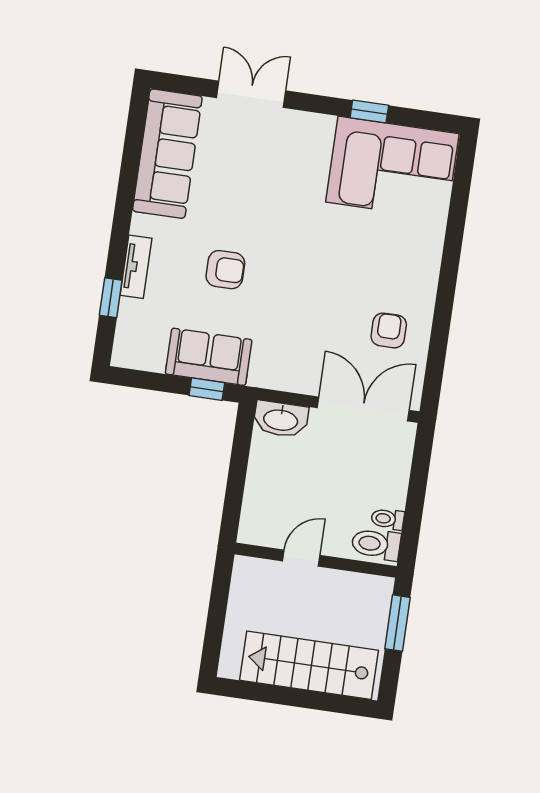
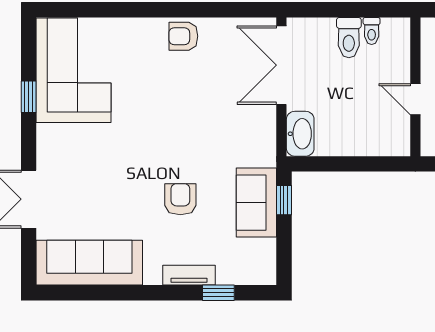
armchair: (389, 330) -> (183, 36), moved
toilet: (376, 544) -> (349, 38), moved

